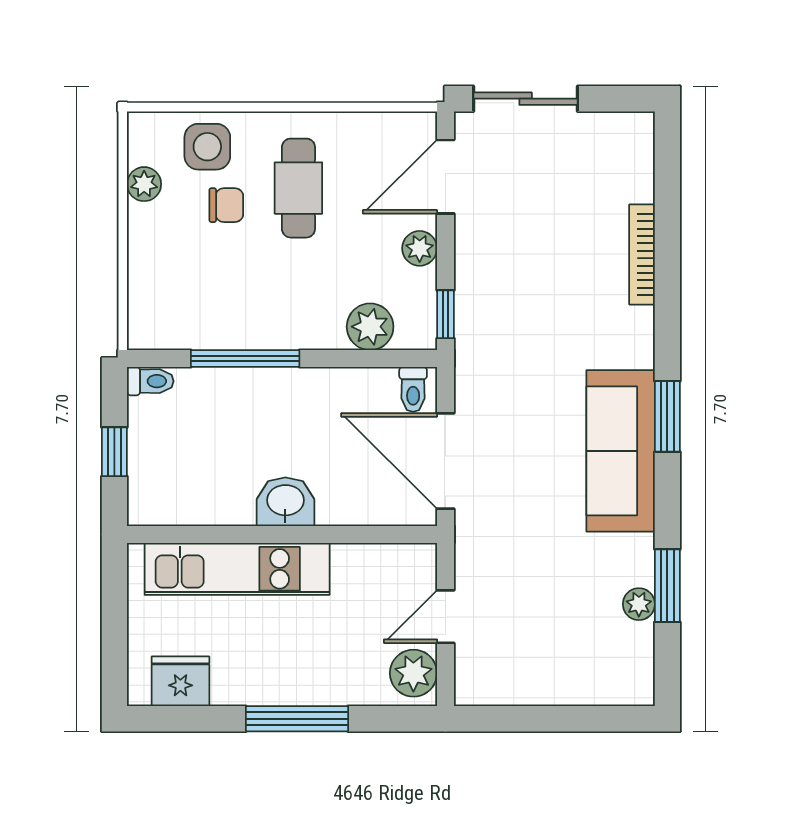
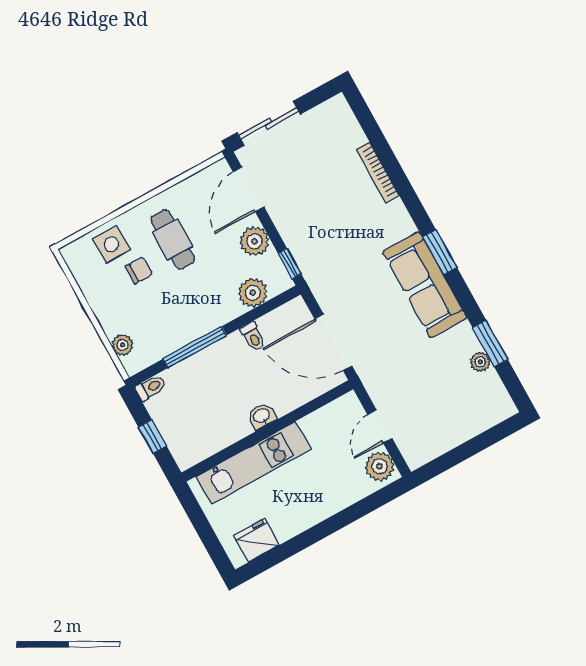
plant: (144, 184) -> (123, 345), moved
plant: (420, 248) -> (254, 241), width x1.38, depth x1.38
toilet: (413, 389) -> (253, 337), moved
washbasin: (285, 502) -> (262, 416), width x0.72, depth x0.69
window: (297, 719) -> (330, 526), removed

